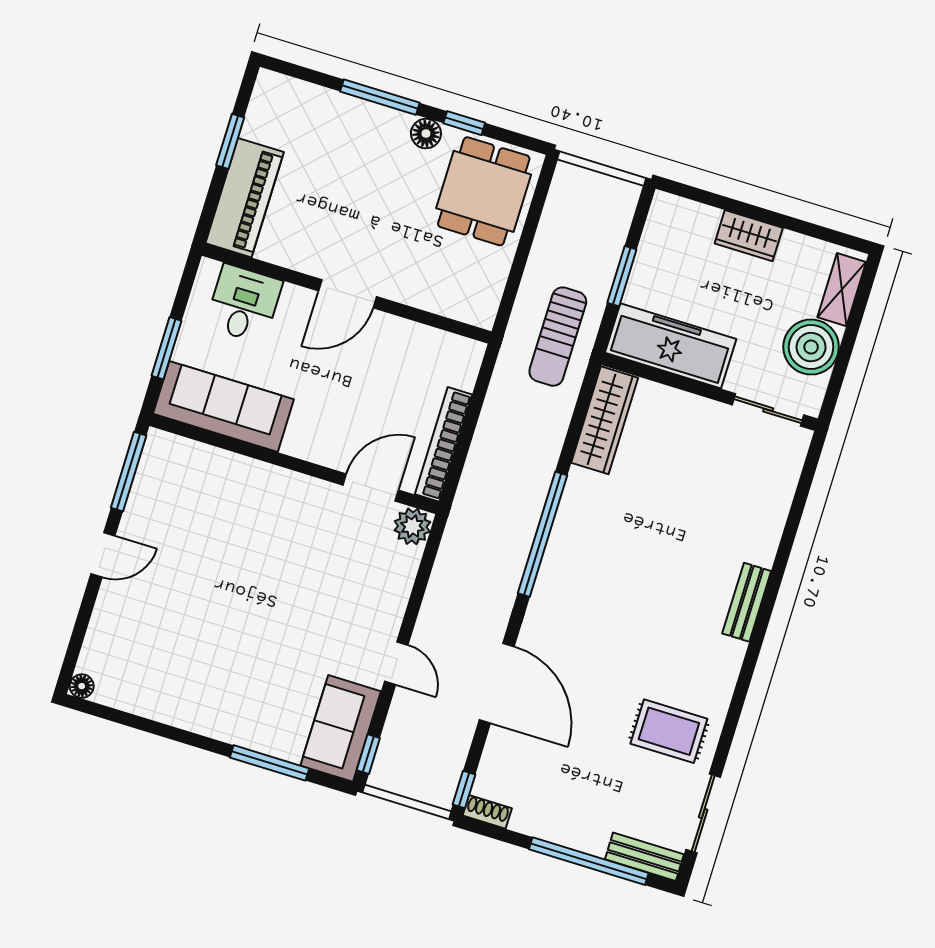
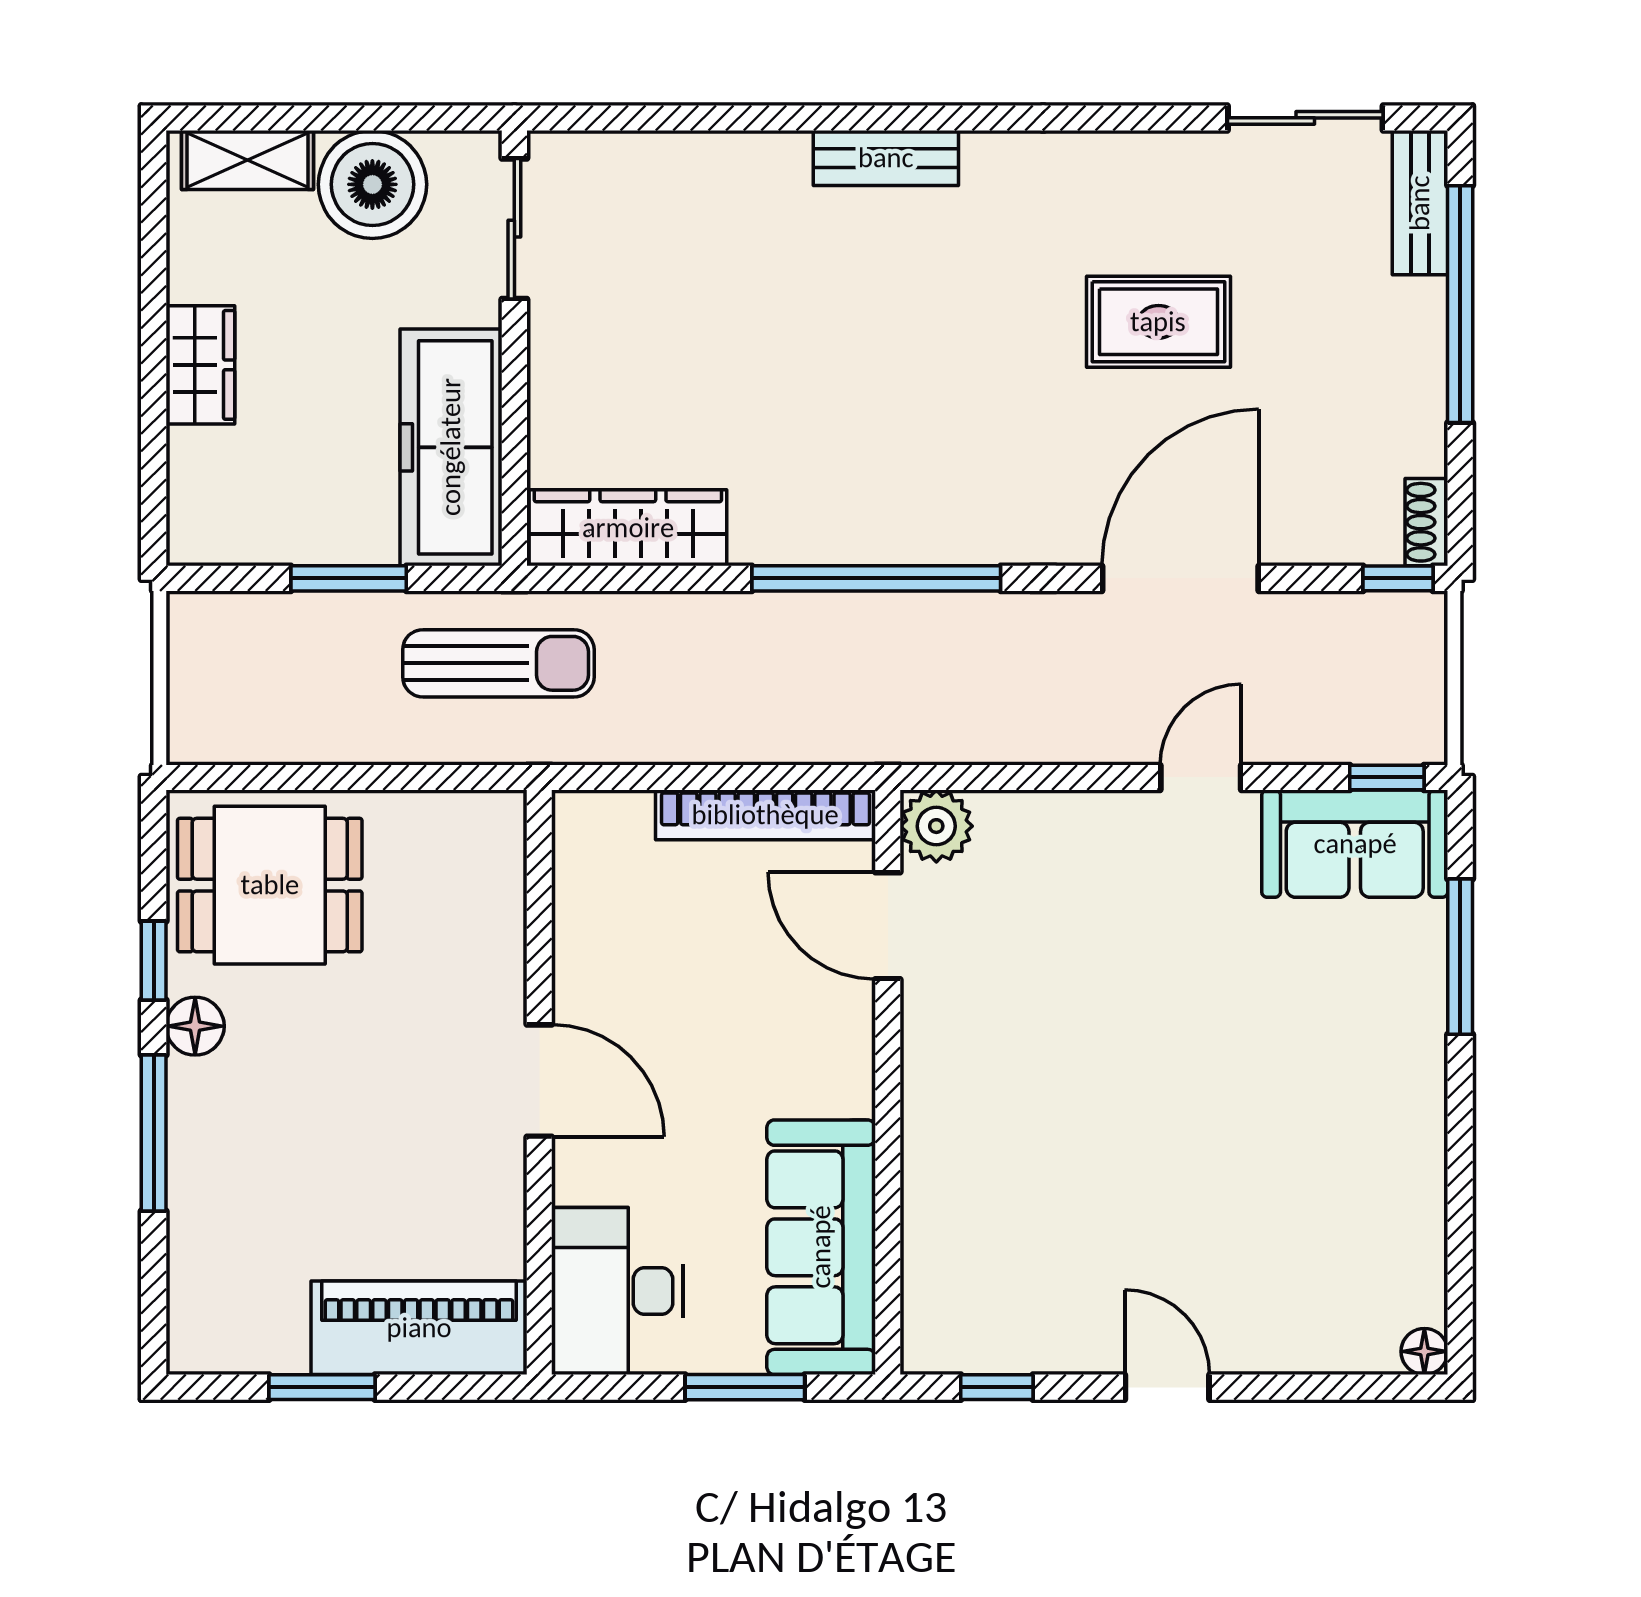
desk: (244, 304) -> (617, 1291), width x1.37
window: (129, 472) -> (997, 1387), width x0.46
rug: (669, 731) -> (1158, 322), moved, turned 90

